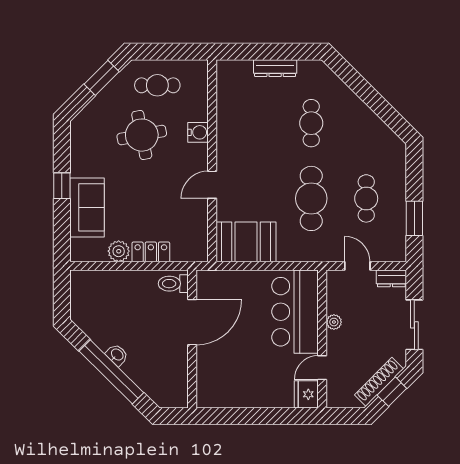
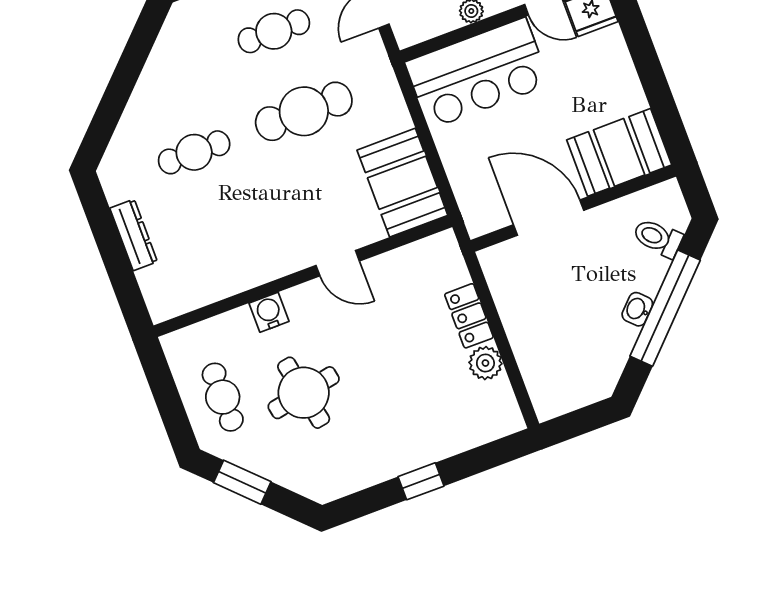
sofa: (87, 207) -> (439, 433), removed
toilet: (173, 284) -> (658, 238), moved, turned 135
booth: (215, 379) -> (619, 152), added

